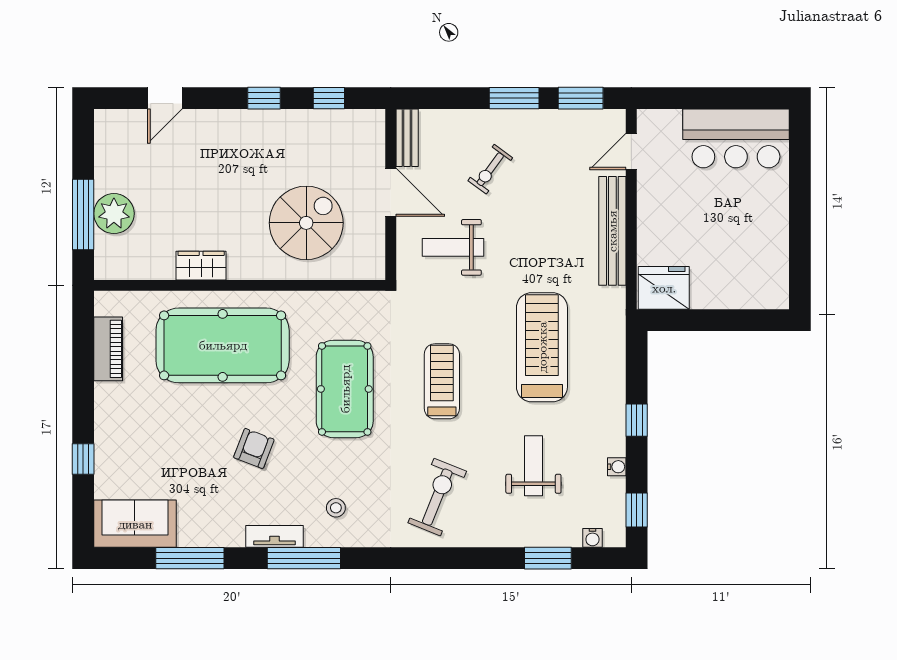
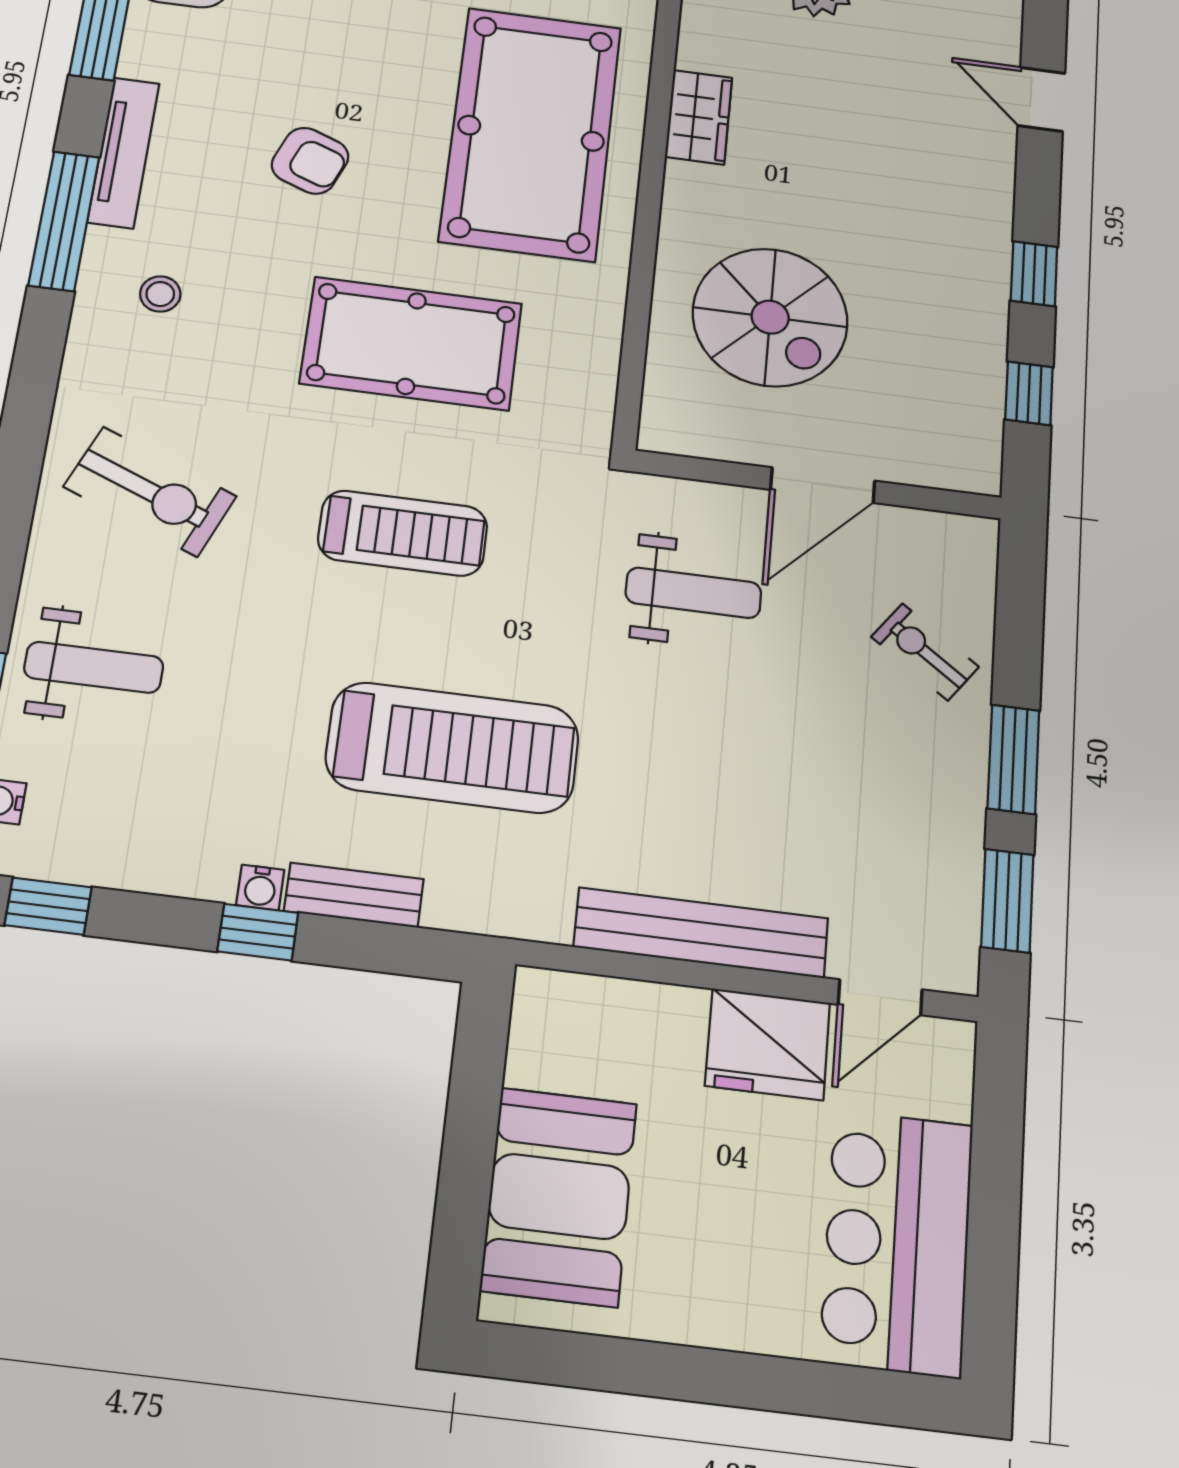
bench: (407, 138) -> (354, 895), moved
door: (631, 152) -> (880, 997), swing flipped
exercise bike: (490, 169) -> (925, 652), moved
weight bench: (453, 247) -> (693, 593), turned 90
booth: (734, 281) -> (559, 1196), added
fridge: (664, 288) -> (768, 1044), moved, turned 90
weight bench: (533, 466) -> (94, 667), moved
water cooler: (617, 467) -> (260, 888), moved
tv unit: (274, 536) -> (124, 153), width x1.41

